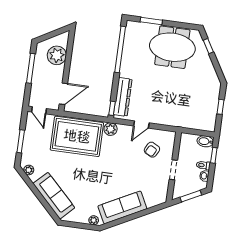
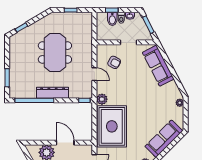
meeting table: (172, 47) -> (55, 53), moved
door: (63, 94) -> (65, 143), moved
dresser: (123, 97) -> (53, 93), moved
bidet: (205, 141) -> (112, 19), moved
sofa: (122, 207) -> (158, 66), moved

